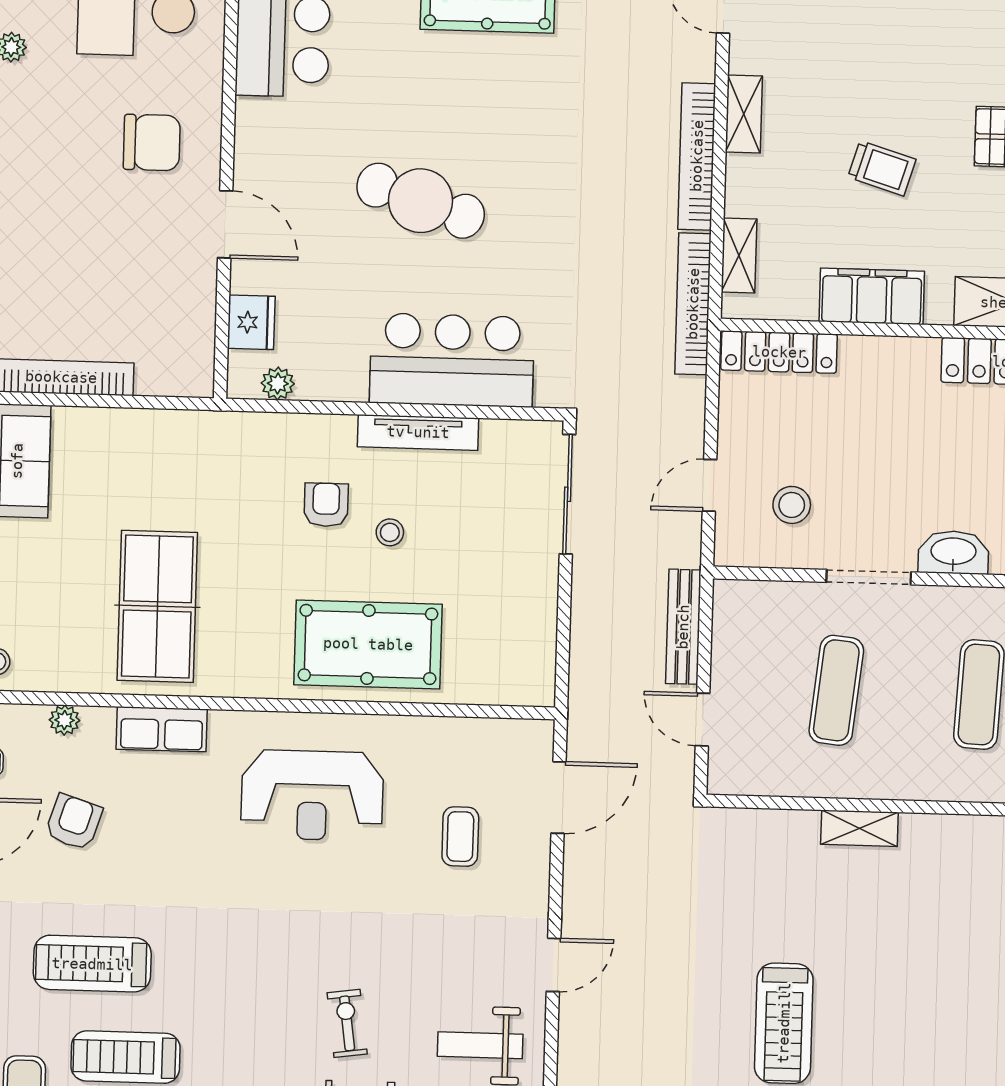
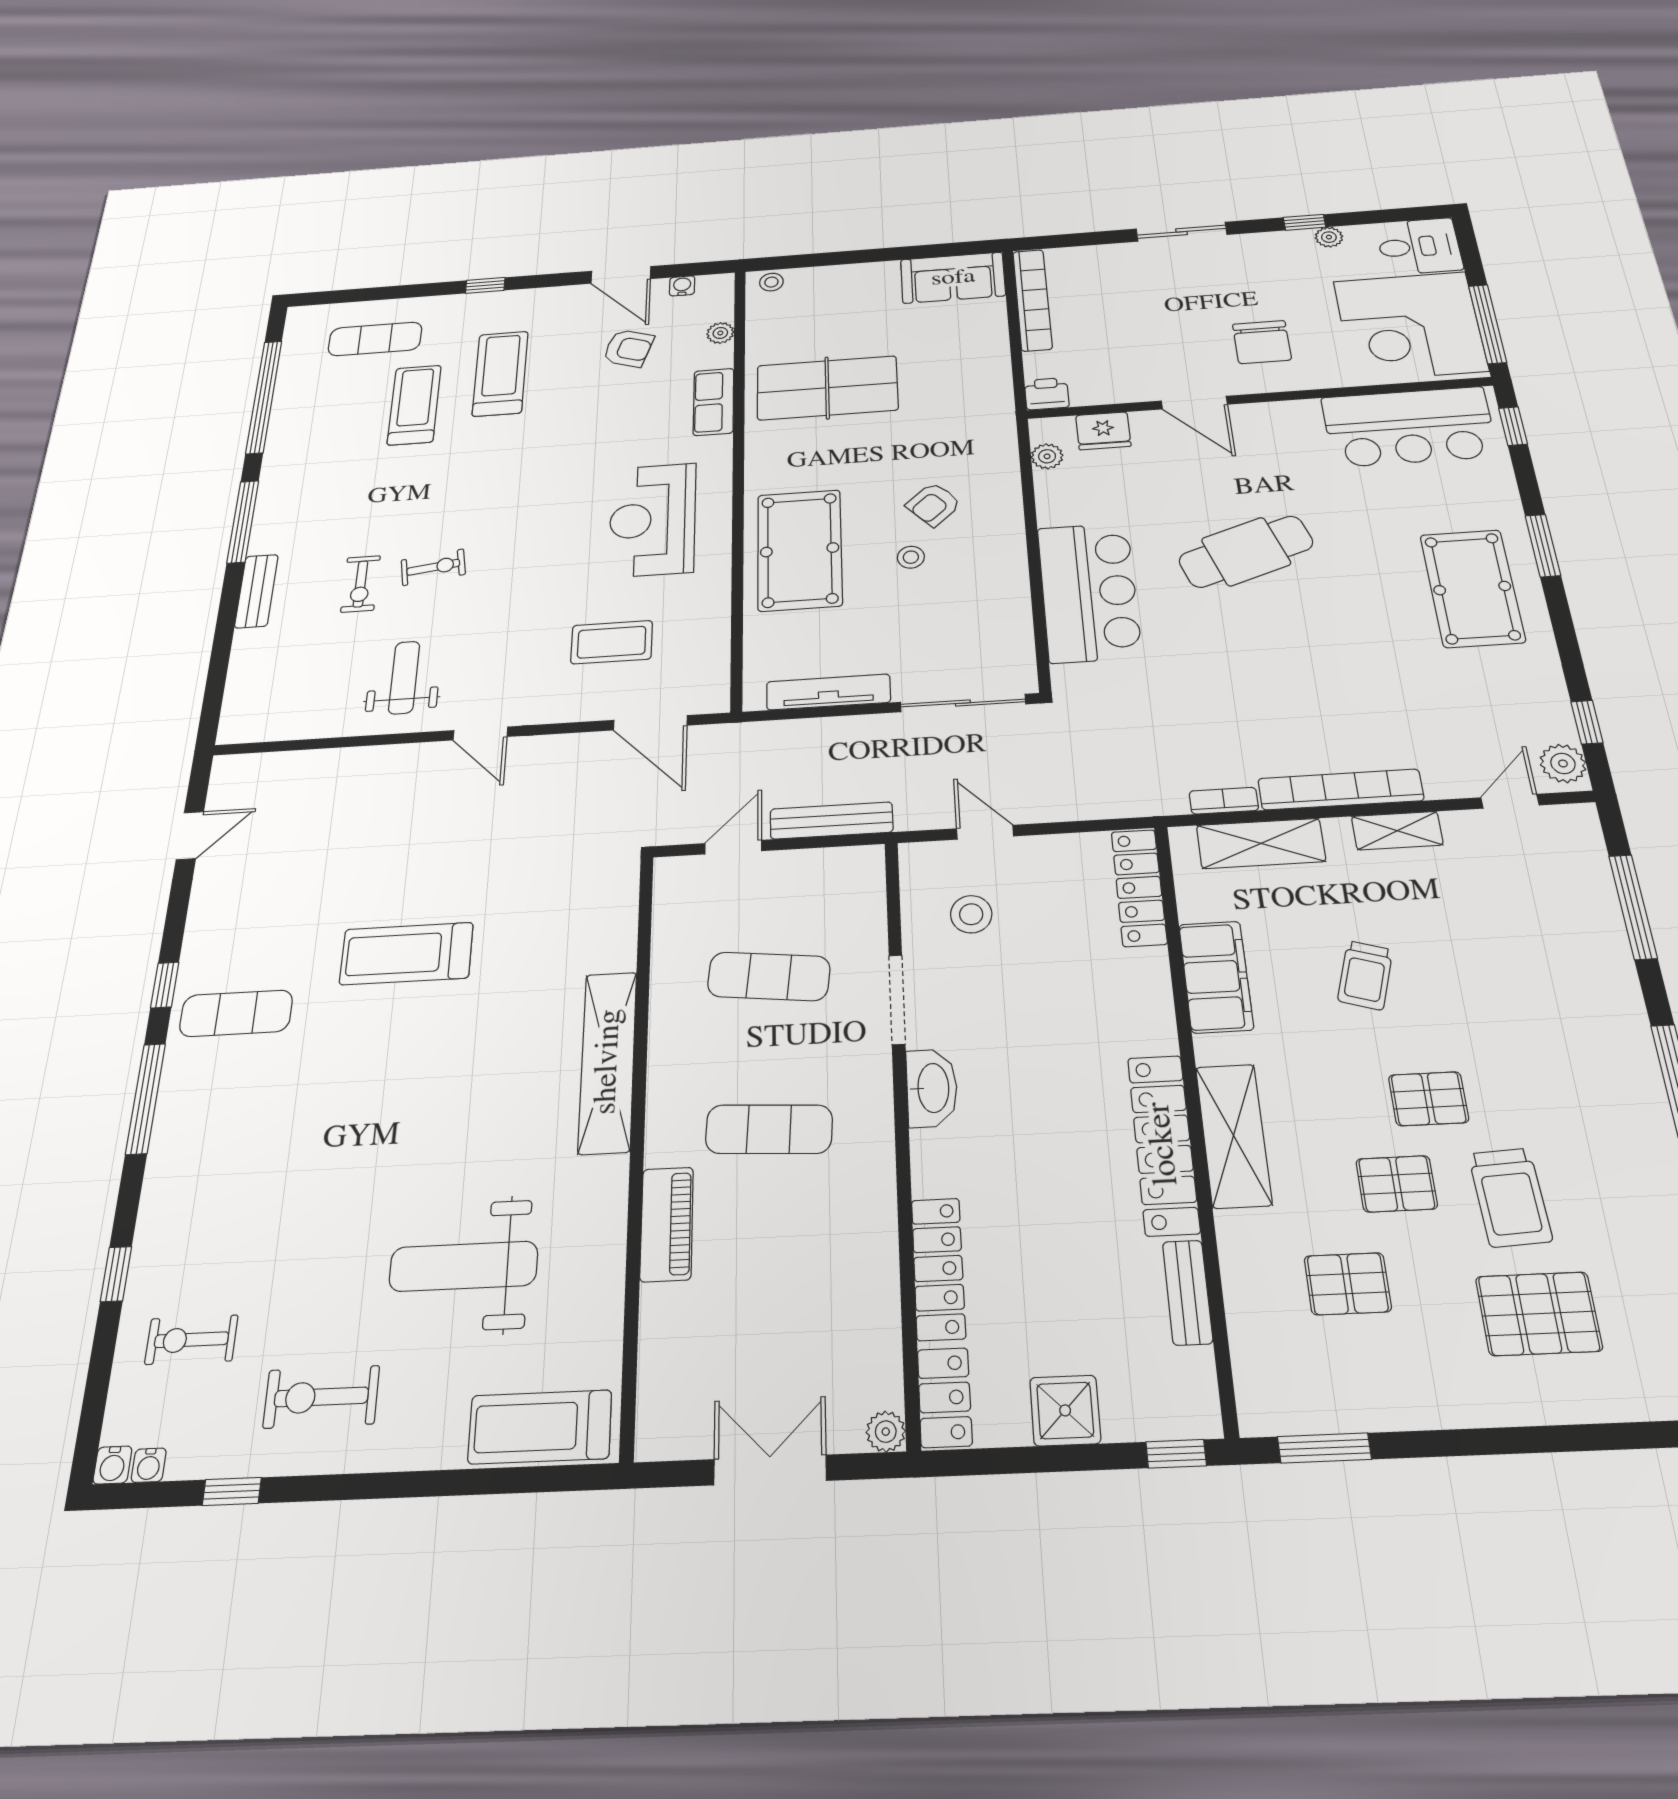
cafe table: (421, 201) -> (1246, 552), turned 53
door: (225, 224) -> (1194, 403), hinge flipped
shelving: (739, 256) -> (1261, 843), width x1.50, depth x1.33
bookcase: (693, 304) -> (1224, 801), width x0.43, depth x0.76
printer: (194, 375) -> (1047, 394), added
tv unit: (418, 432) -> (828, 692), moved, turned 90
armchair: (326, 505) -> (934, 504), turned 137
shelving: (859, 828) -> (608, 1062), width x2.20, depth x1.33
coffee table: (460, 837) -> (612, 642), width x1.36, depth x1.30

